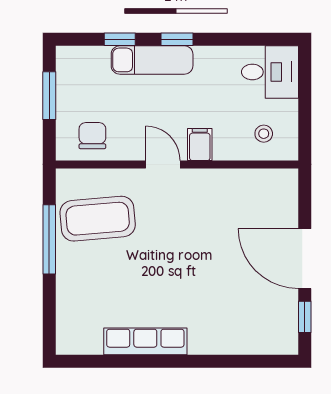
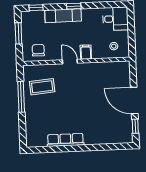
window: (120, 39) -> (36, 8), moved
coffee table: (98, 219) -> (42, 87), width x0.73, depth x0.76

